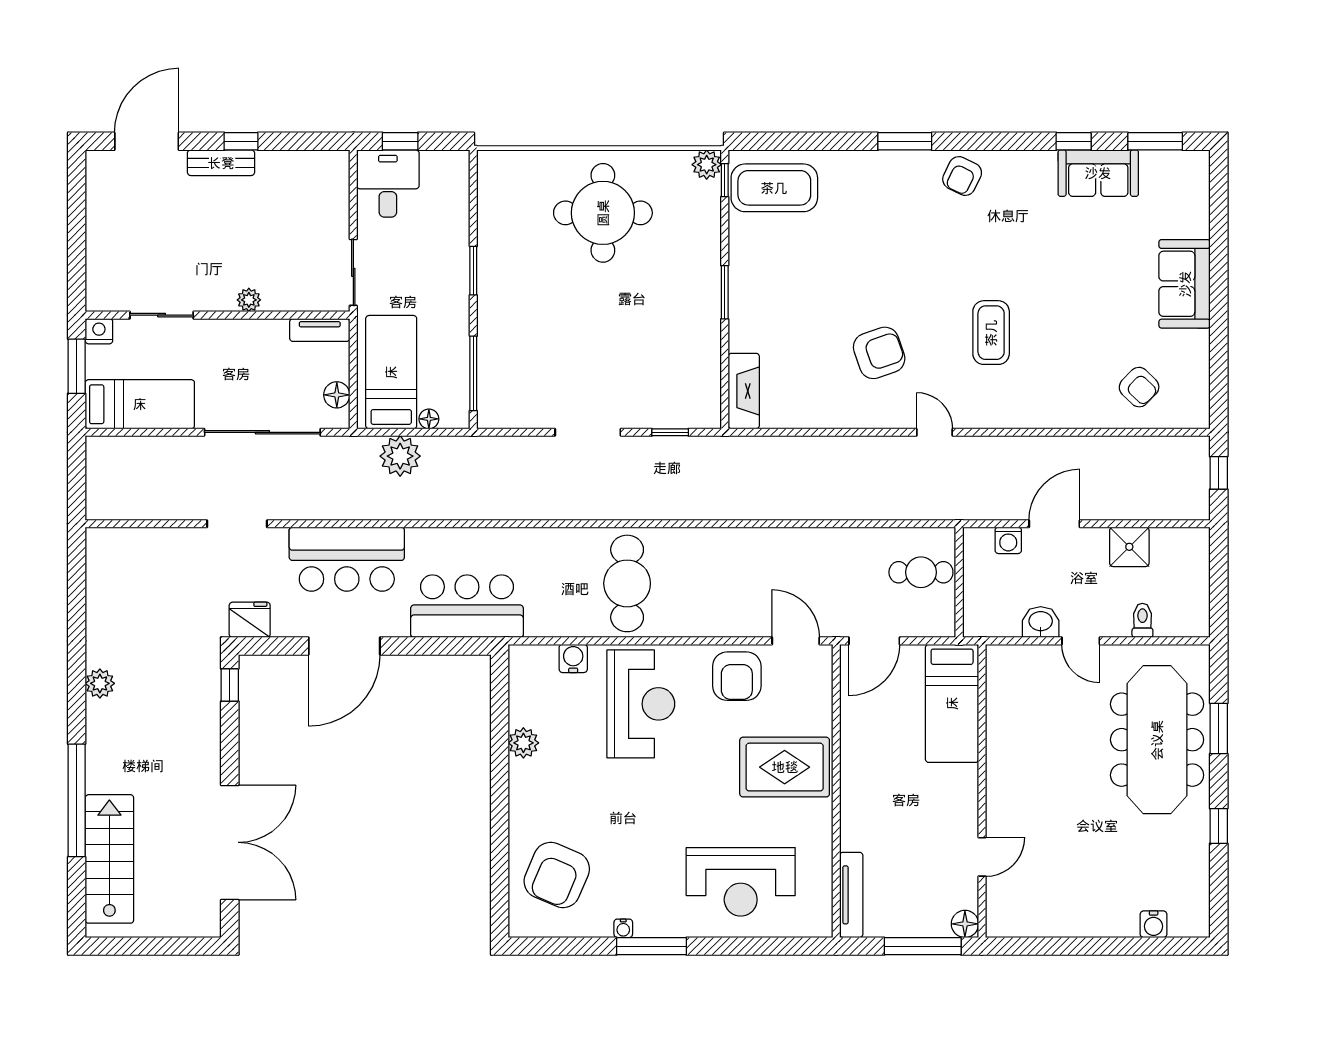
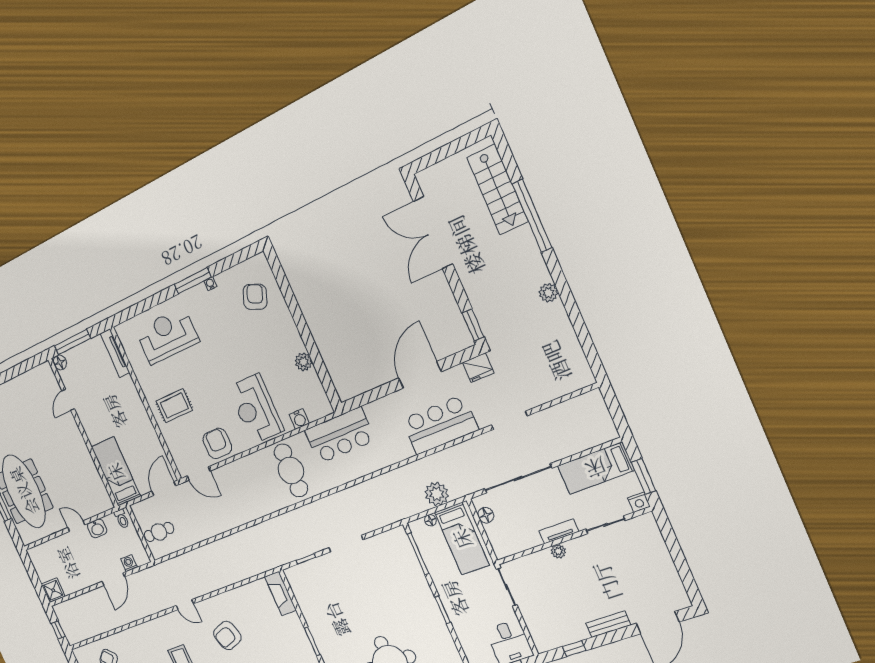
window: (241, 141) -> (574, 649), moved
tv unit: (320, 330) -> (559, 531), moved
shower: (1129, 547) -> (53, 590), moved
bar counter: (467, 606) -> (340, 435), moved
toilet: (1142, 620) -> (122, 519), moved
window: (230, 685) -> (473, 325), width x1.50
rug: (785, 767) -> (174, 406), width x0.73, depth x0.70
armchair: (557, 875) -> (255, 297), width x0.73, depth x0.73

